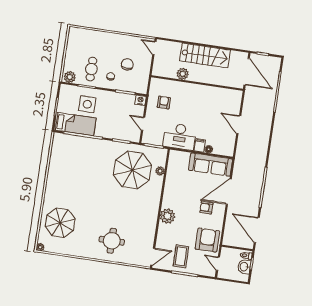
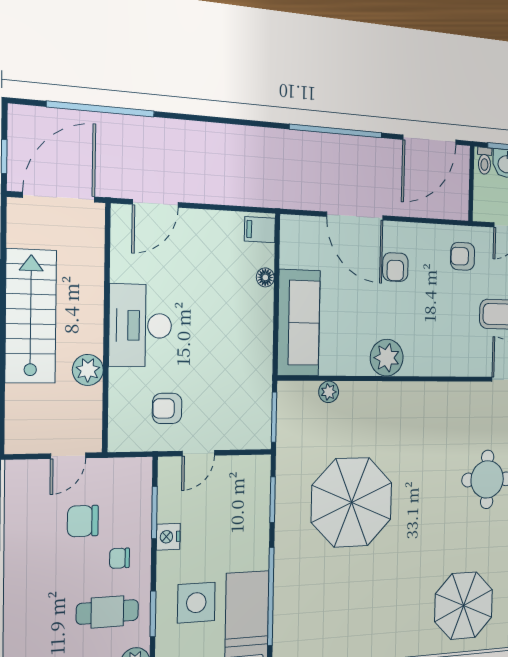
door: (154, 48) -> (68, 456), moved
nightstand: (140, 100) -> (168, 537), moved
door: (143, 124) -> (198, 453), moved
door: (239, 125) -> (155, 203), moved
desk: (180, 136) -> (140, 325), moved, turned 180
filing cabinet: (200, 145) -> (260, 230), moved
sofa: (211, 165) -> (299, 323), moved
parasol: (132, 170) -> (352, 502), moved
plant: (167, 216) -> (387, 358), moved
armchair: (207, 240) -> (463, 256), width x0.53, depth x0.53

